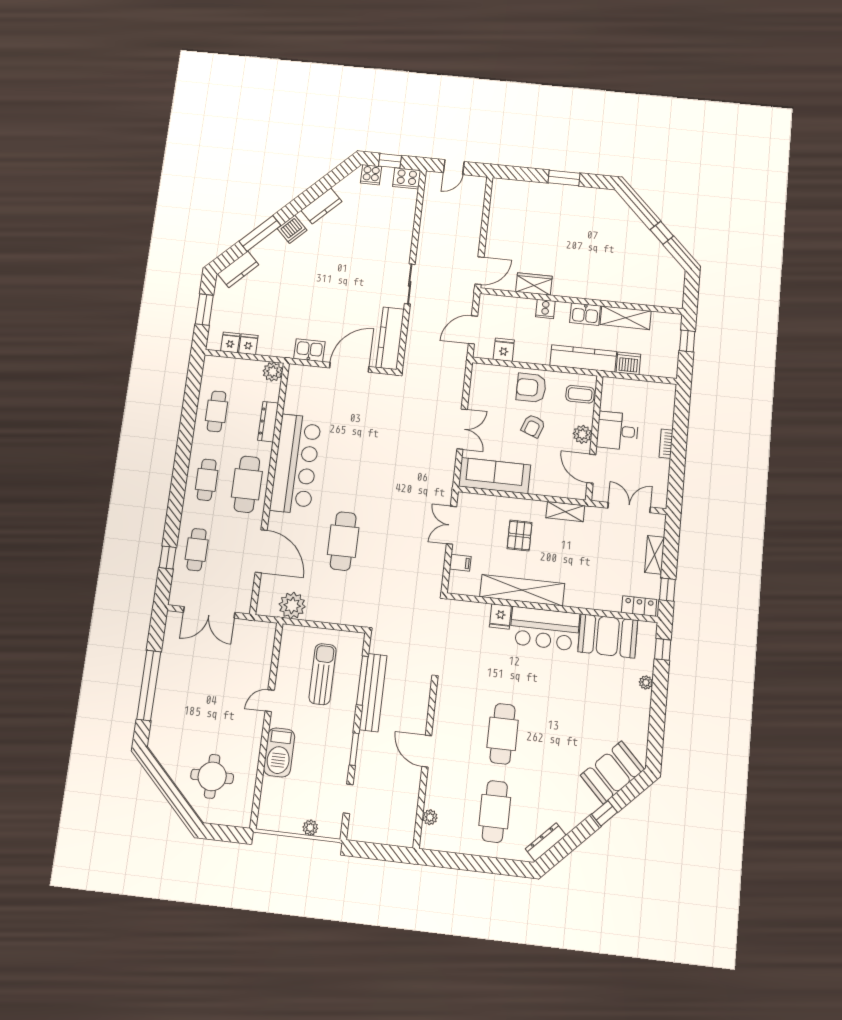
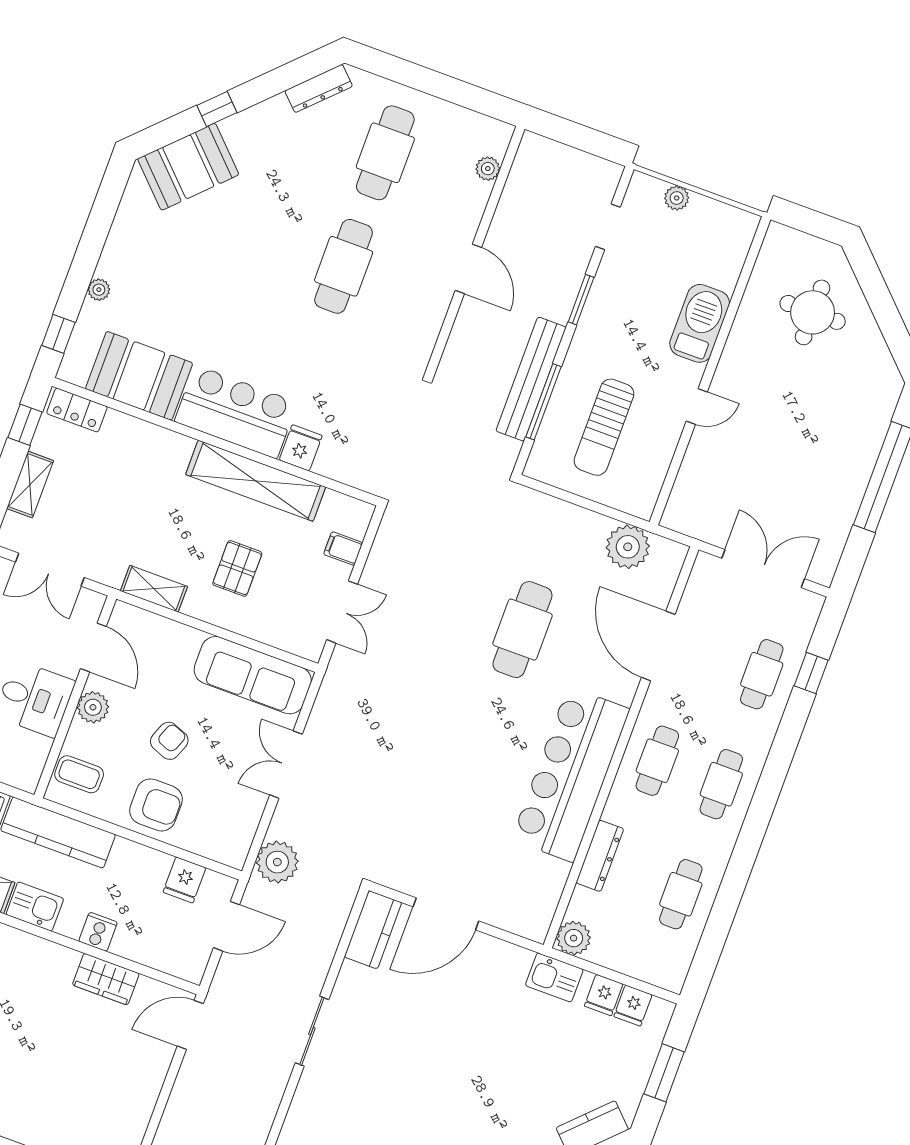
kitchen counter: (390, 338) -> (373, 930), width x0.67
kitchen sink: (309, 350) -> (554, 977), moved
plant: (453, 373) -> (277, 862), added
cafe table: (247, 484) -> (657, 761), width x0.73, depth x0.74

